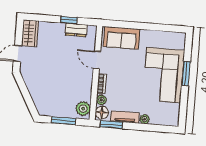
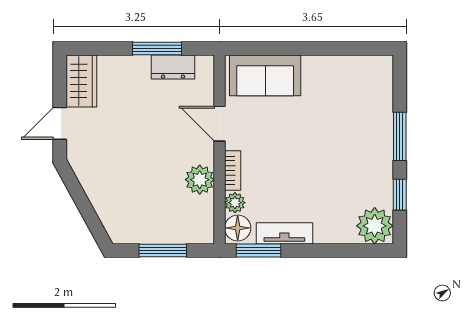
window: (69, 20) -> (157, 49), width x1.50
corner sofa: (164, 75) -> (355, 143), removed
window: (184, 102) -> (400, 195), added
plant: (83, 109) -> (200, 180), moved
plant: (145, 119) -> (375, 226), moved, width x1.88, depth x1.88

